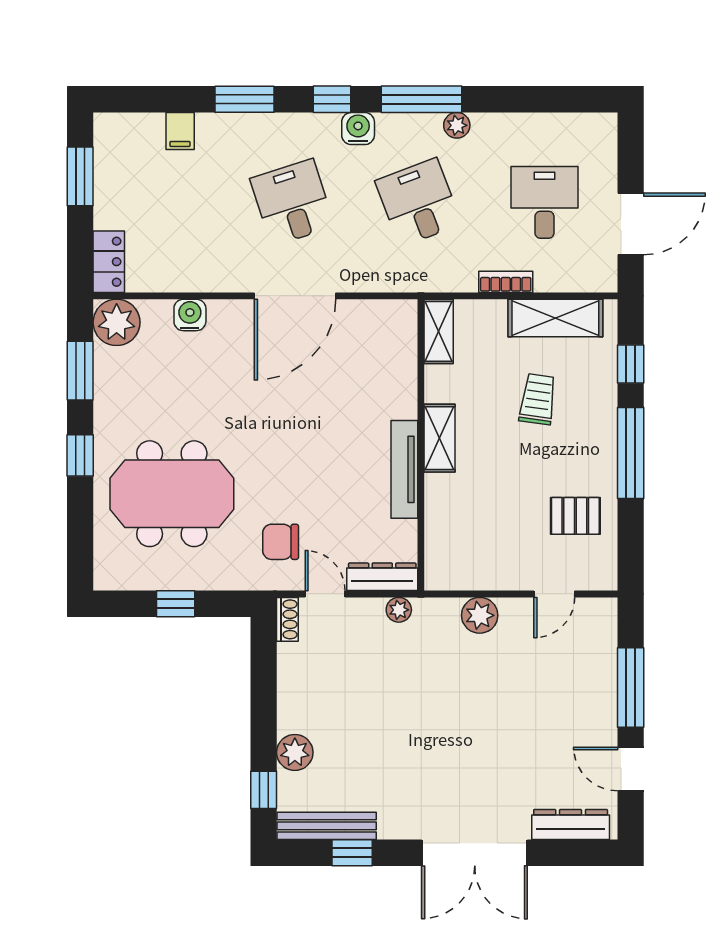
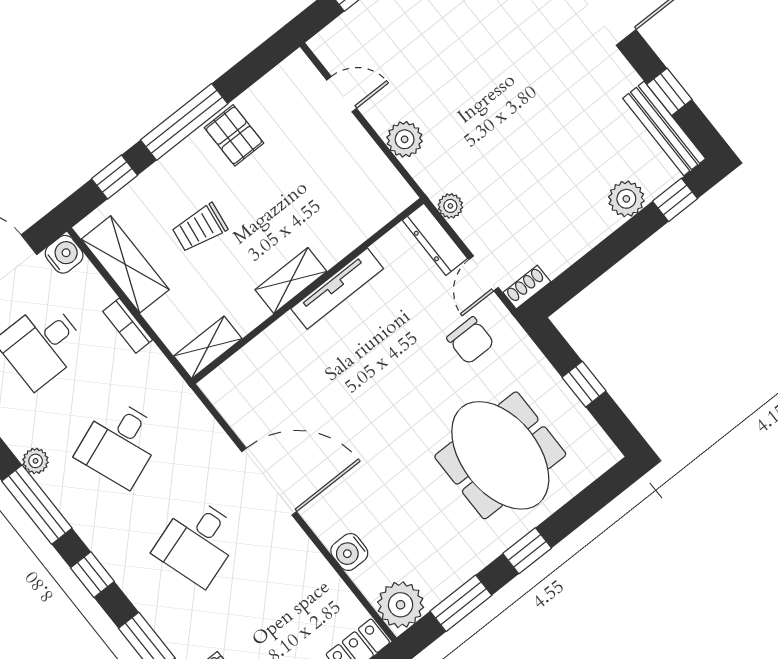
water cooler: (358, 129) -> (64, 254), moved, turned 180
pallet: (575, 516) -> (234, 135), moved

